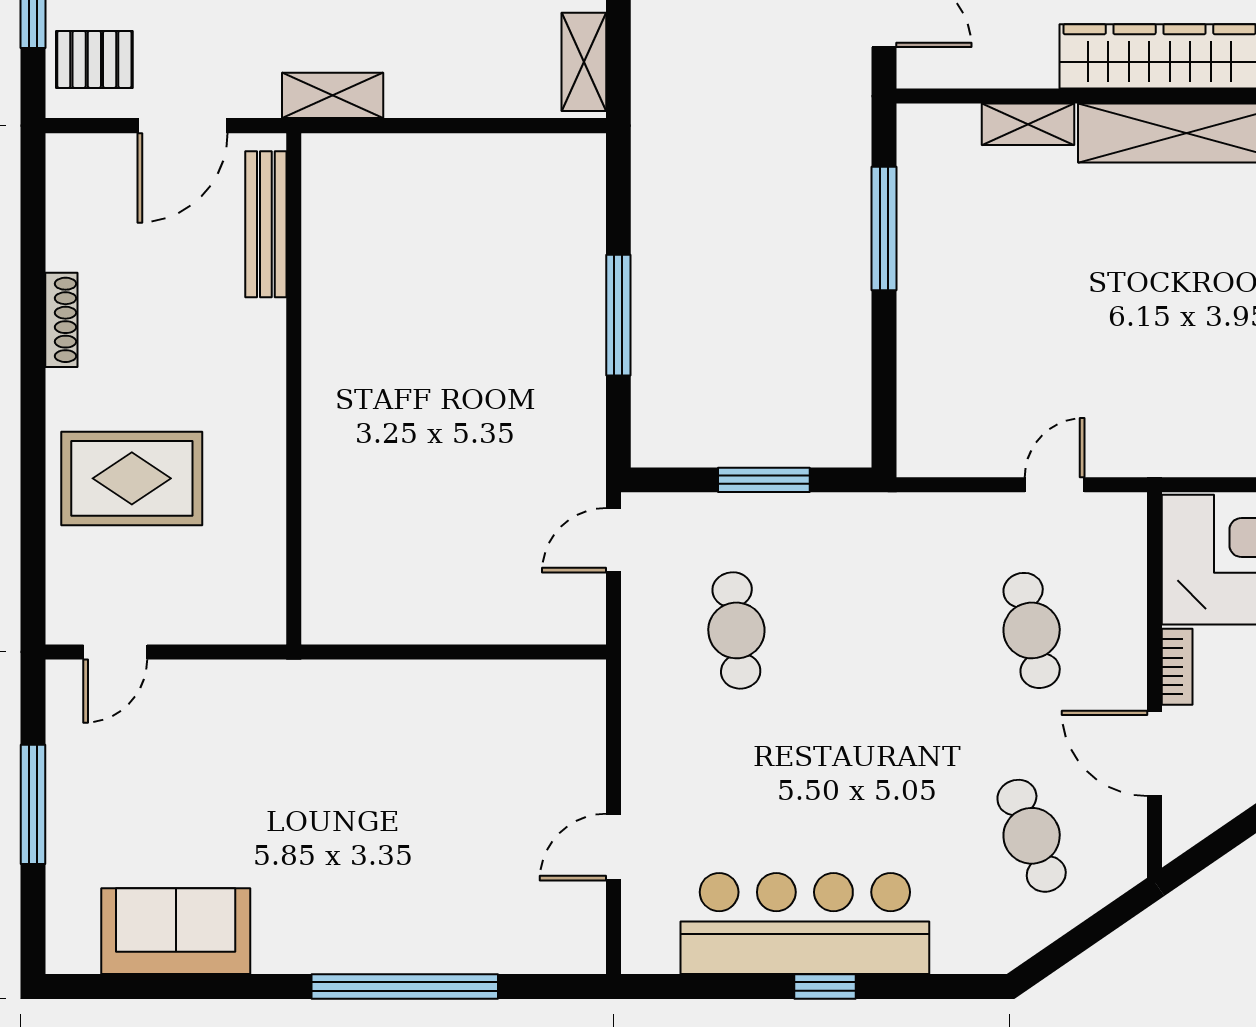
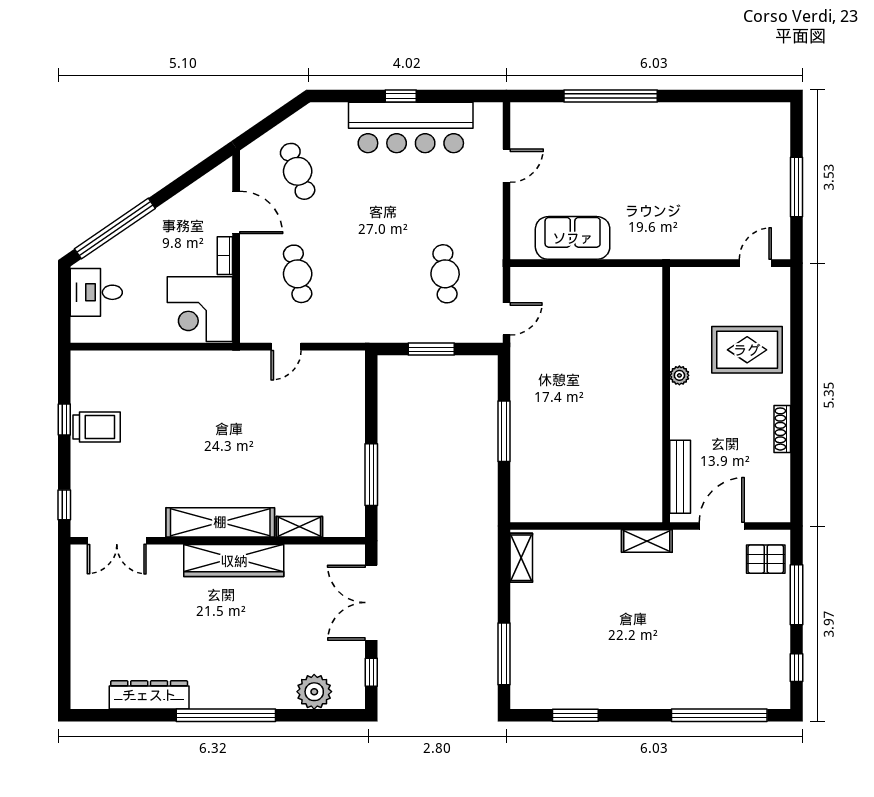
plant: (267, 427) -> (679, 375), added
sofa: (176, 931) -> (573, 238), moved, turned 180

